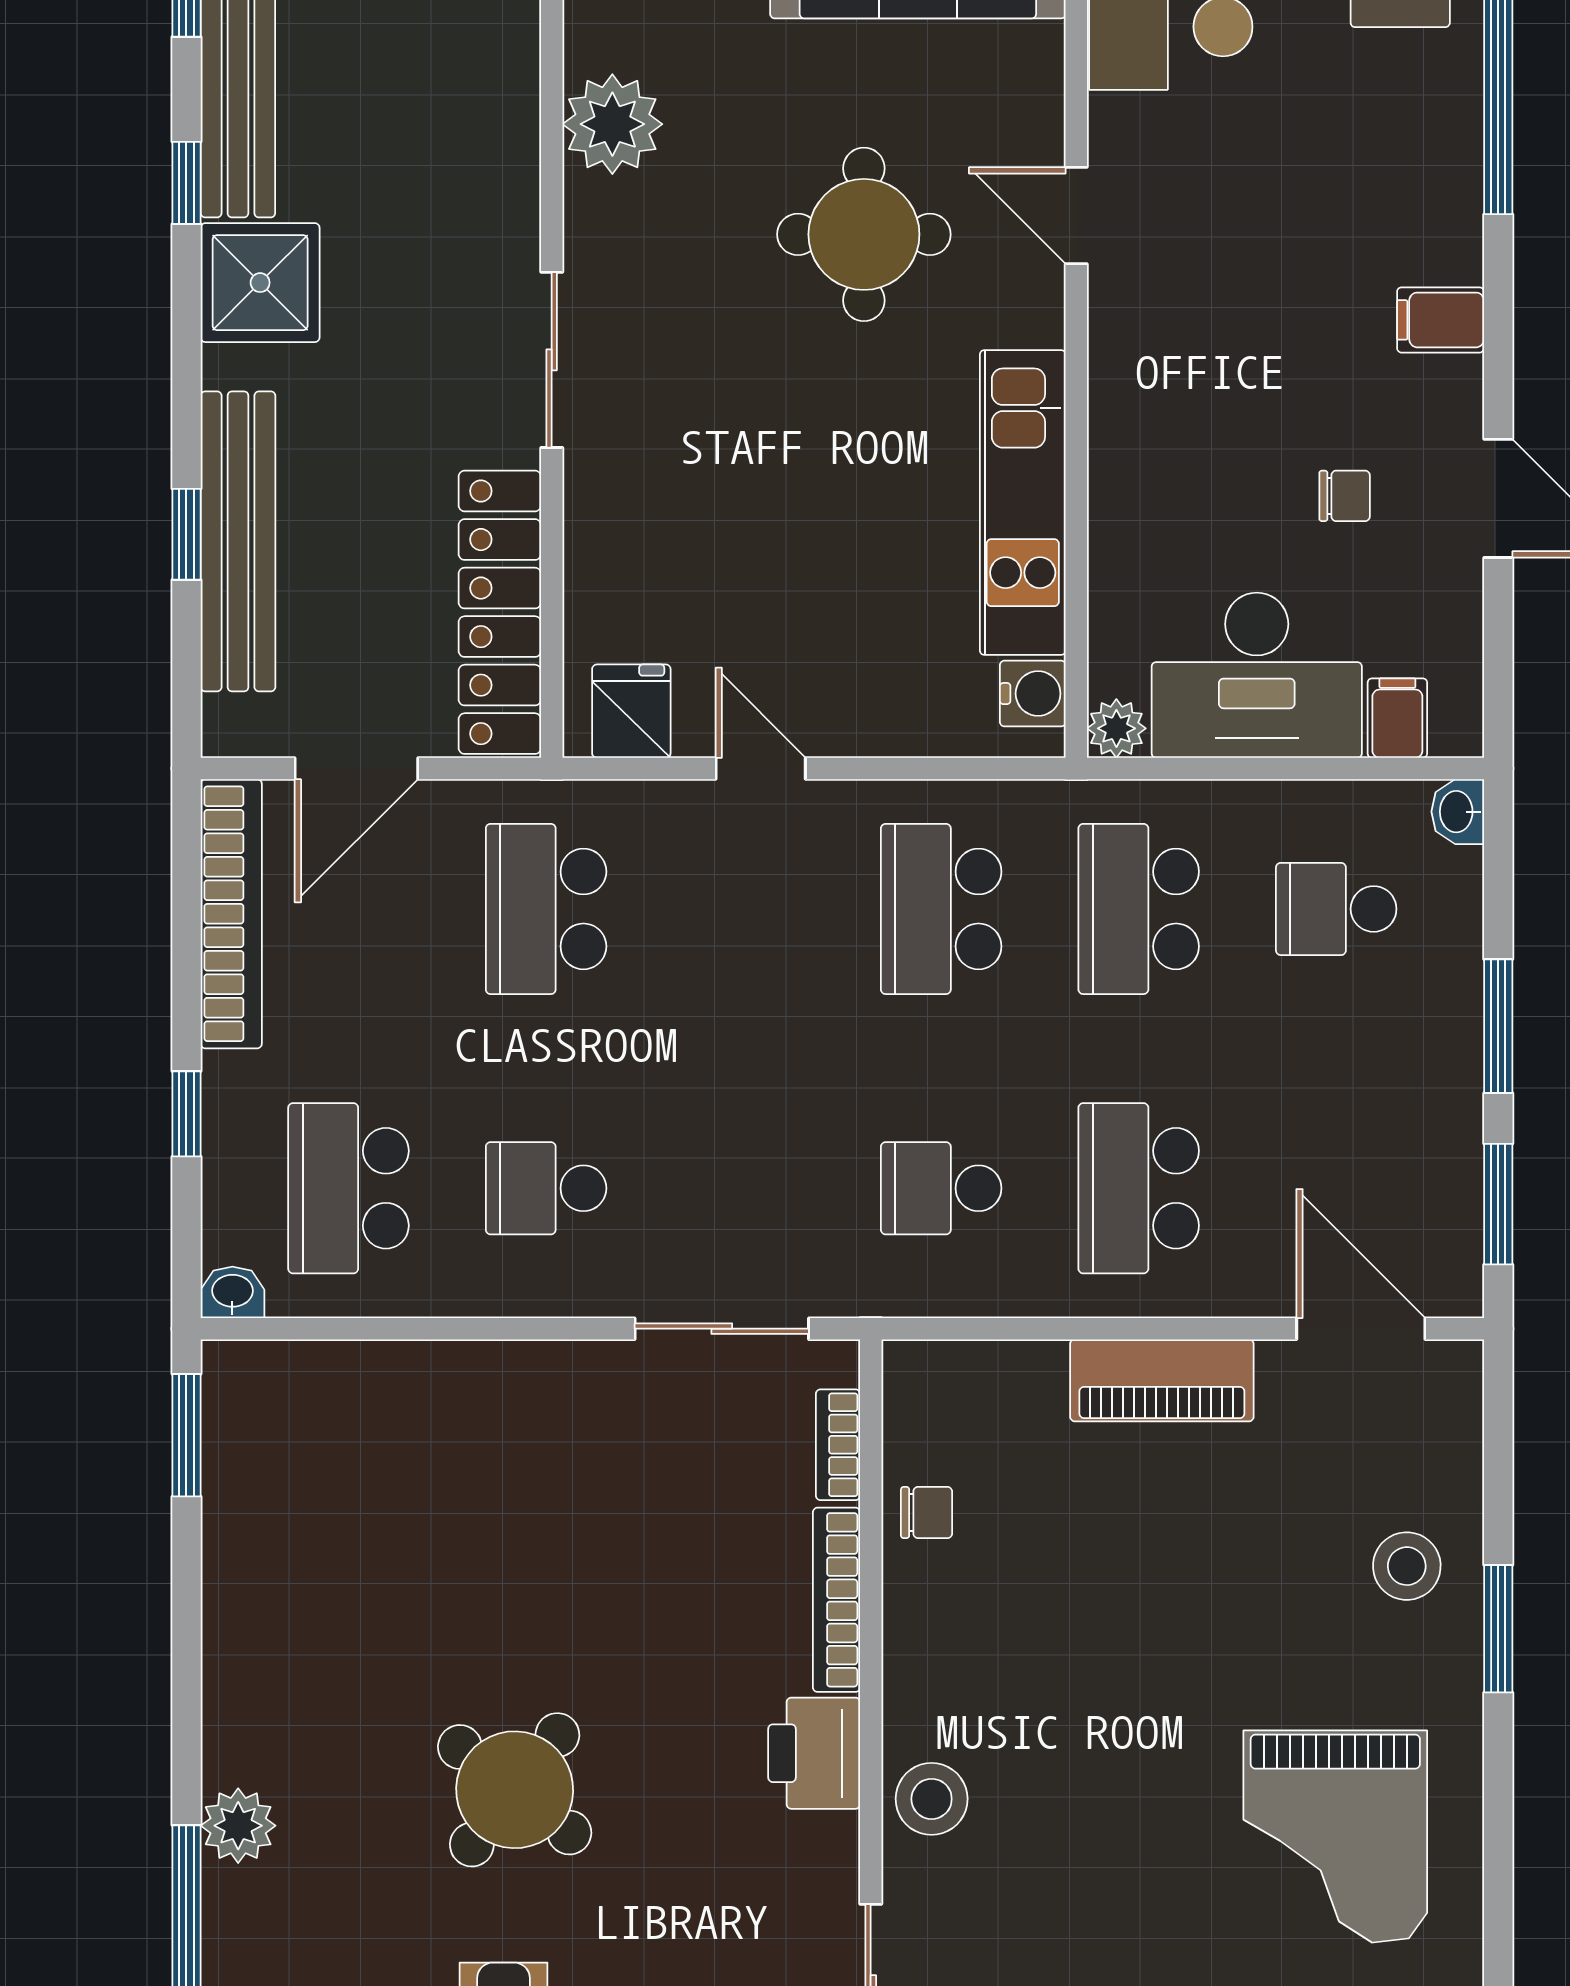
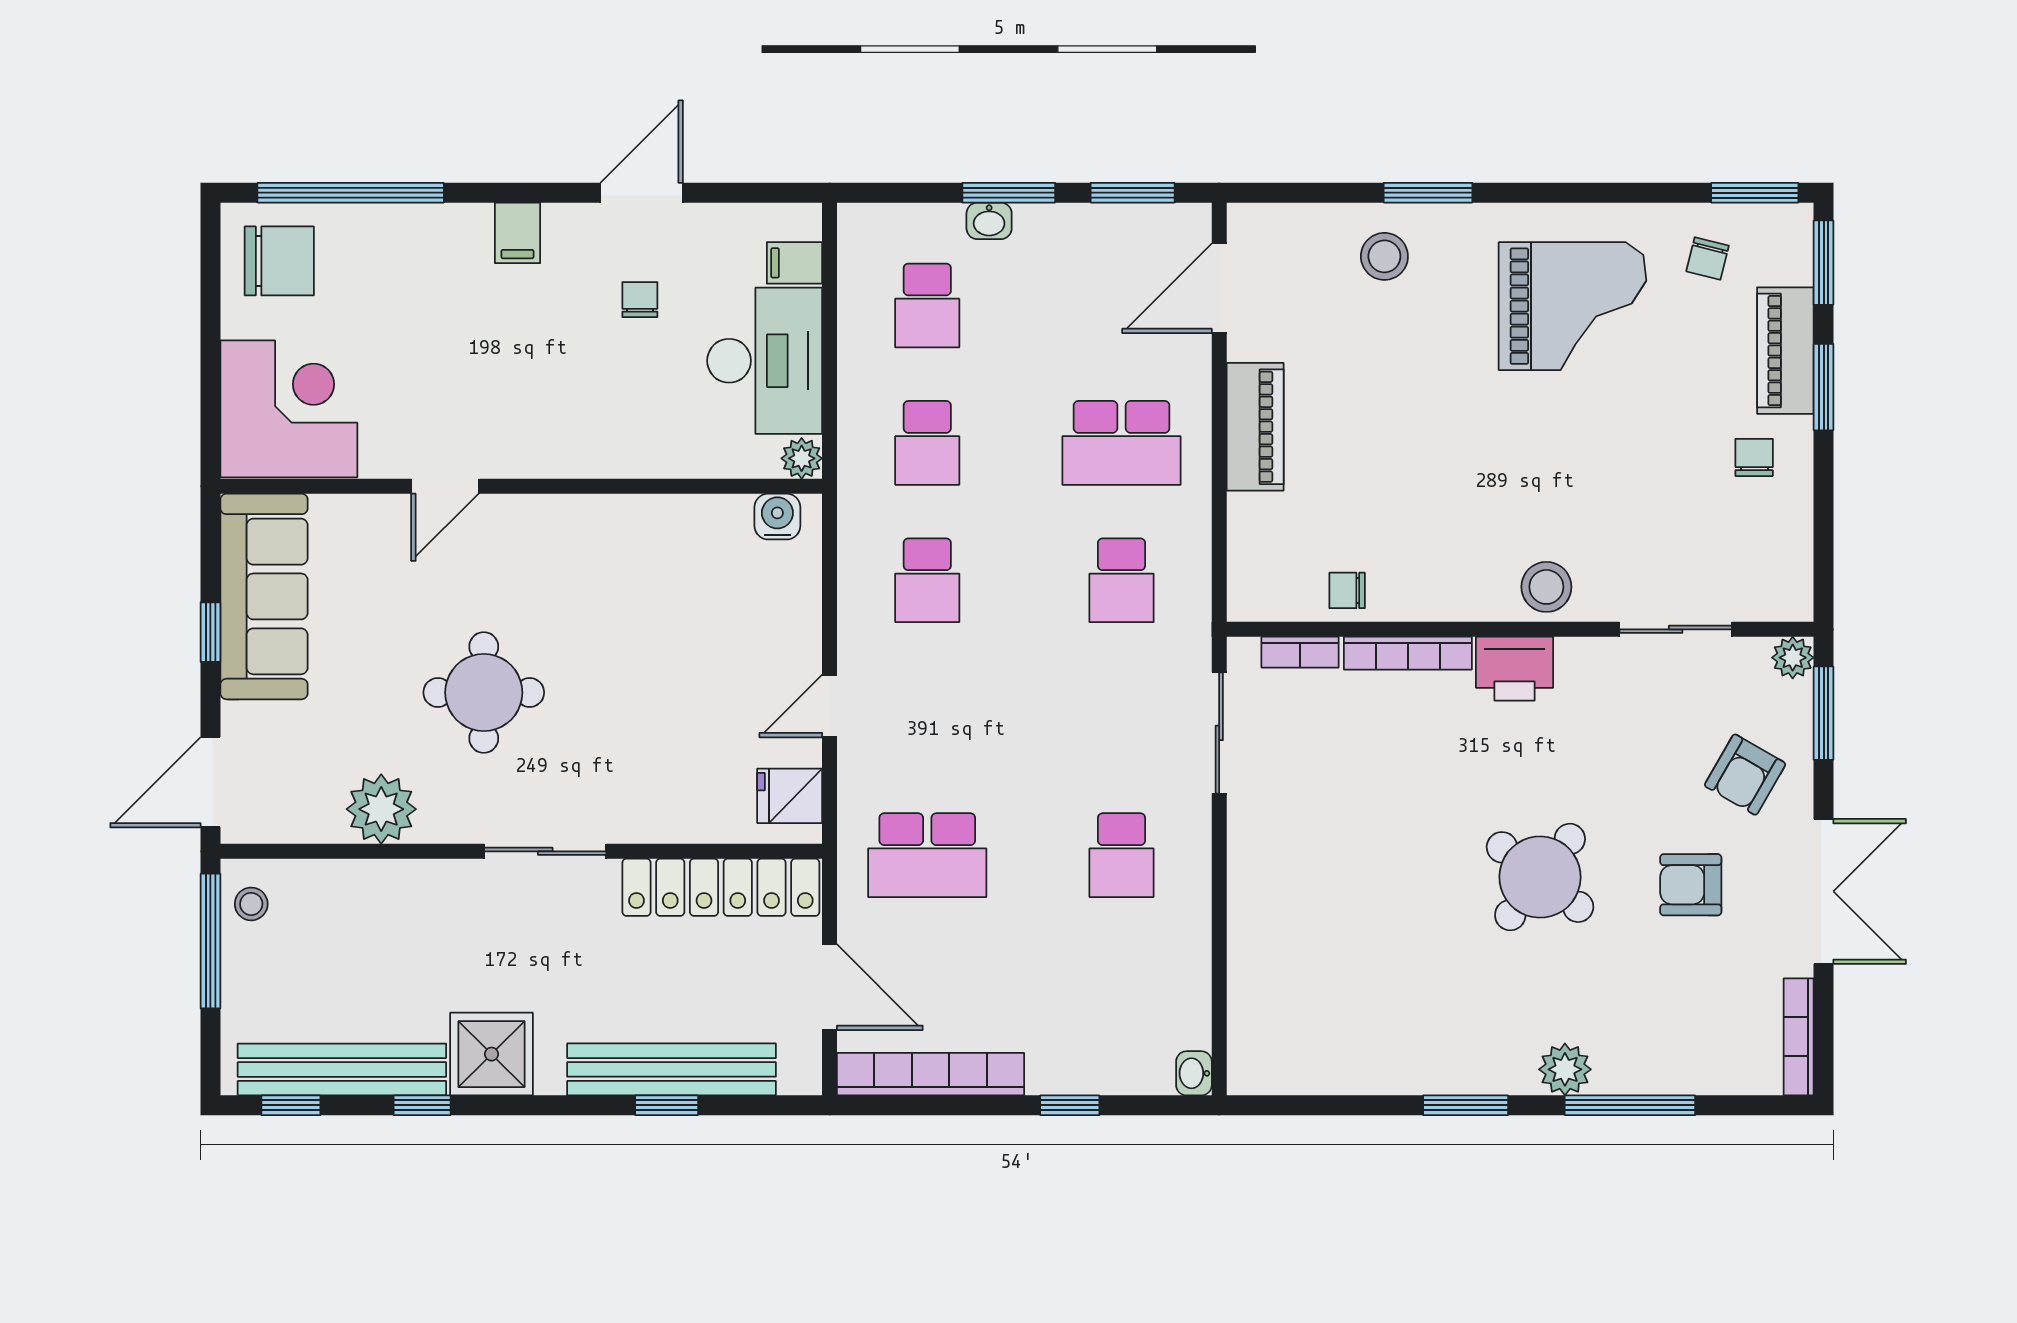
round table: (864, 234) -> (484, 692), moved
kitchen unit: (1023, 503) -> (644, 524), removed
washbasin: (1458, 812) -> (989, 221), moved
school desk: (941, 909) -> (927, 580), width x0.54
school desk: (1139, 909) -> (927, 443), width x0.54
school desk: (348, 1188) -> (1122, 993), removed
window: (186, 1435) -> (1466, 1105), moved
chair: (927, 1513) -> (1347, 590), turned -90

